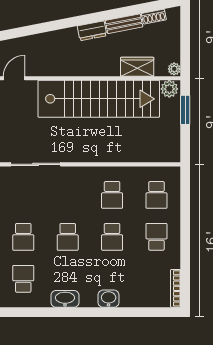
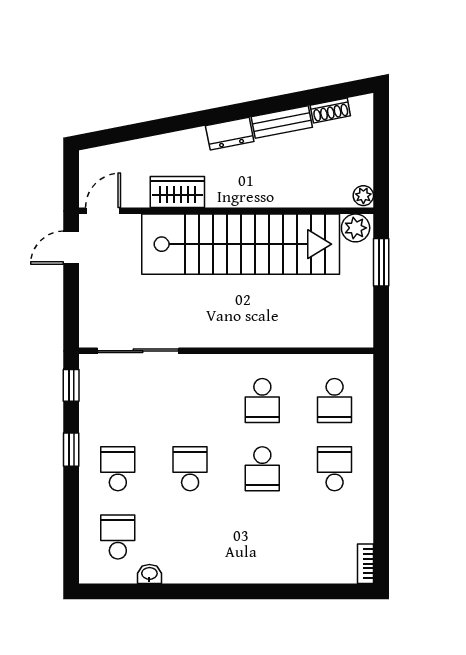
wardrobe: (137, 67) -> (177, 192), moved
school desk: (23, 237) -> (118, 469), turned 180
school desk: (68, 237) -> (190, 469), turned 180
bookcase: (176, 288) -> (365, 564), width x0.64
washbasin: (65, 299) -> (149, 574), moved, width x0.52, depth x0.69
washbasin: (109, 299) -> (257, 569), removed

